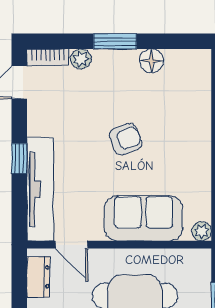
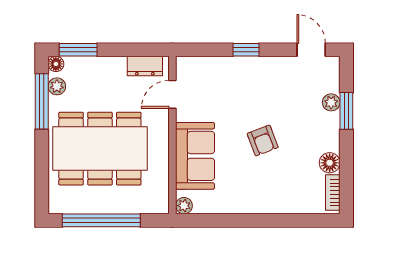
window: (115, 41) -> (346, 111), moved
bookcase: (48, 57) -> (333, 193), moved
tv unit: (40, 189) -> (220, 68), removed

